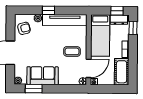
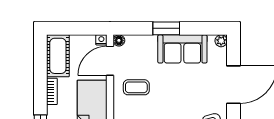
window: (34, 89) -> (166, 28), moved

